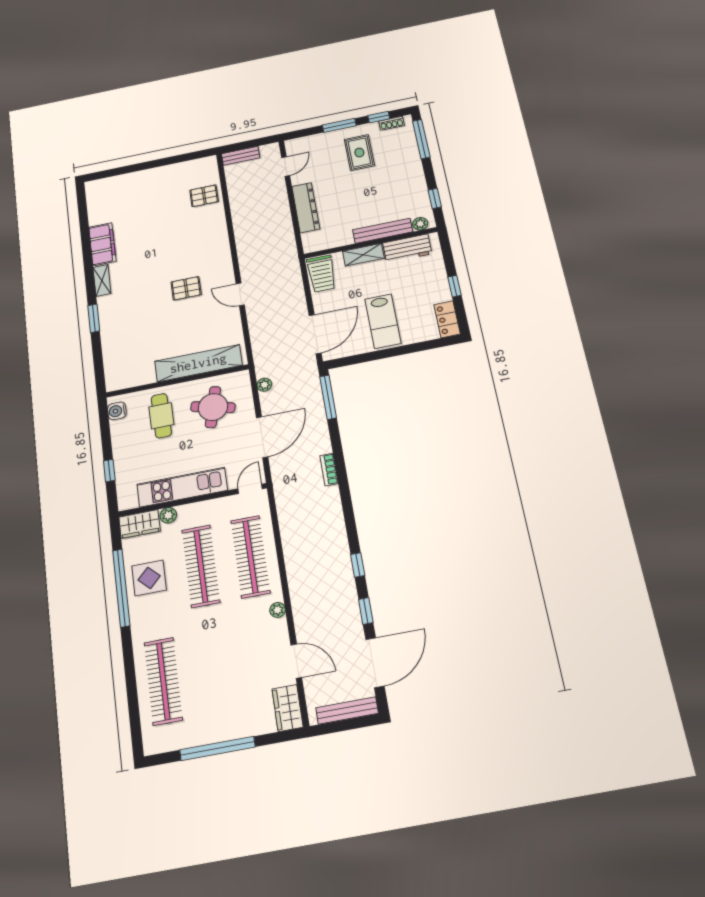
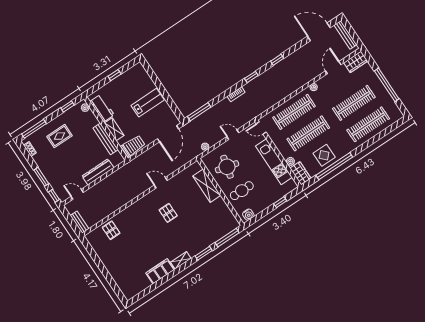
window: (379, 117) -> (54, 196), moved
rug: (359, 153) -> (60, 136), moved
bench: (383, 231) -> (106, 139), moved
door: (240, 294) -> (161, 183), swing flipped
locker: (447, 319) -> (134, 71), removed
door: (315, 334) -> (168, 134), swing flipped
window: (98, 363) -> (227, 238), added
shelving: (198, 363) -> (207, 186), width x0.68
door: (262, 437) -> (233, 135), width x0.53
window: (366, 611) -> (251, 77), moved
clothes rail: (214, 672) -> (354, 103), added

